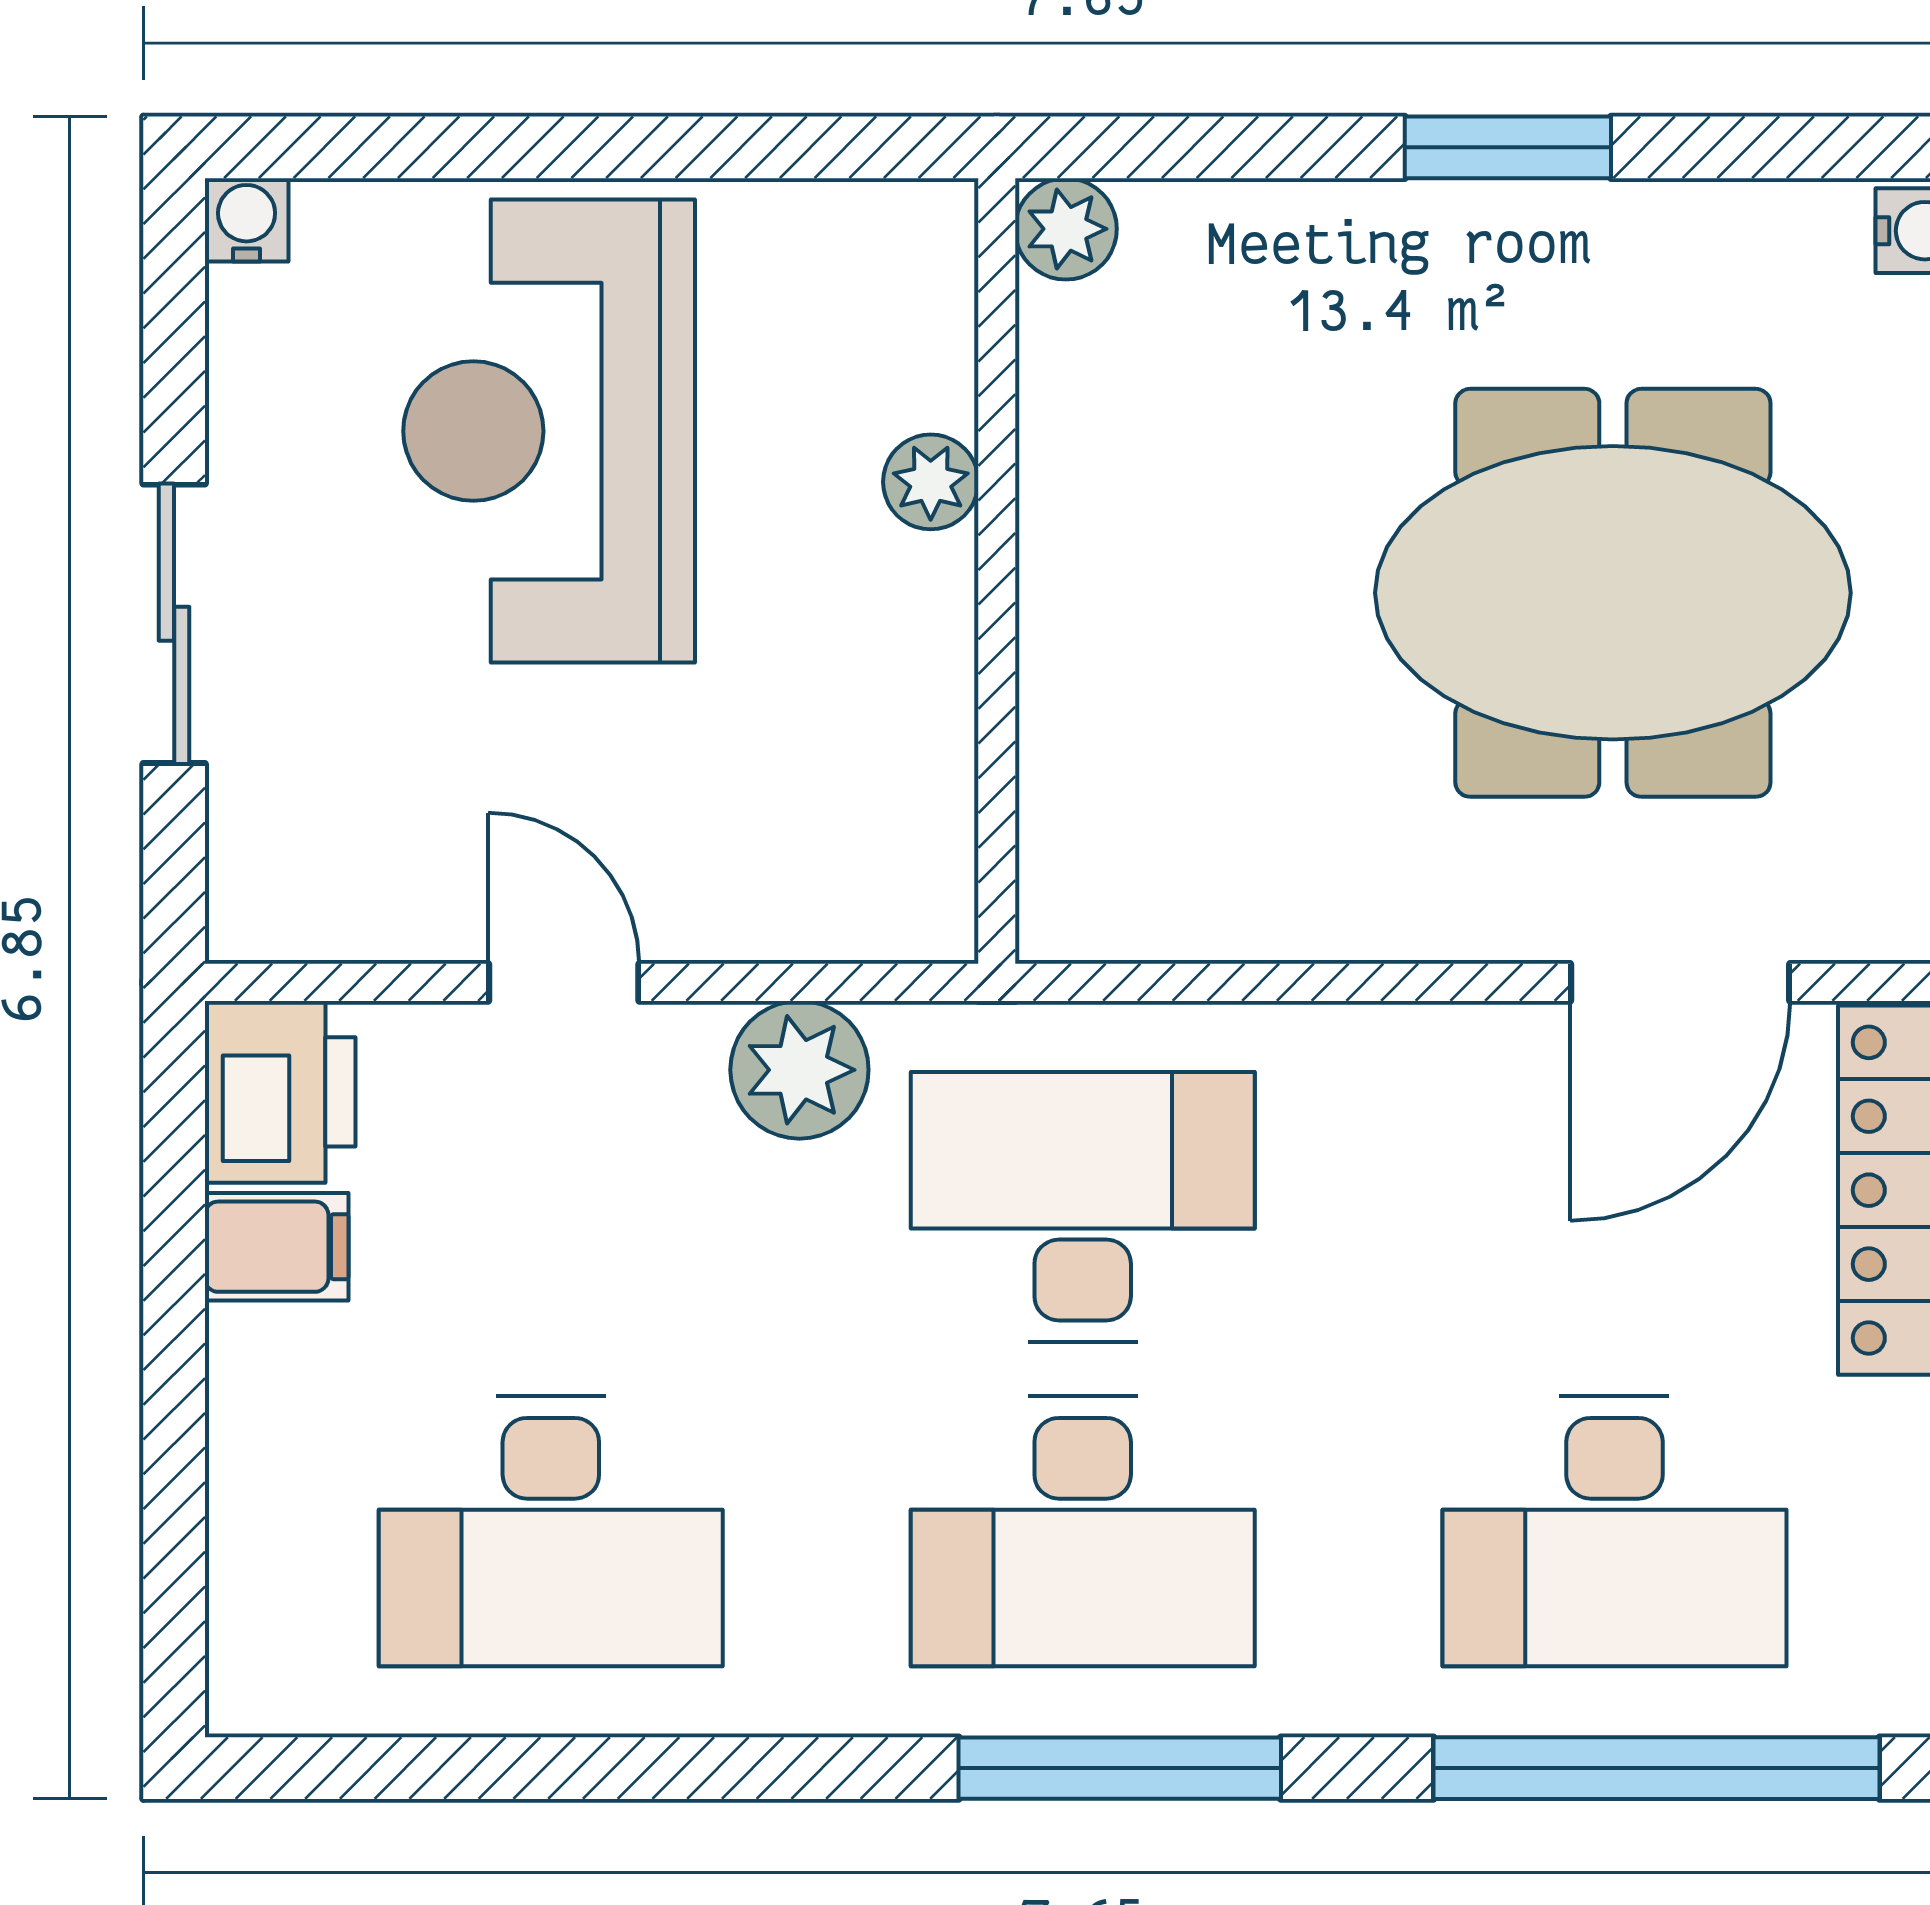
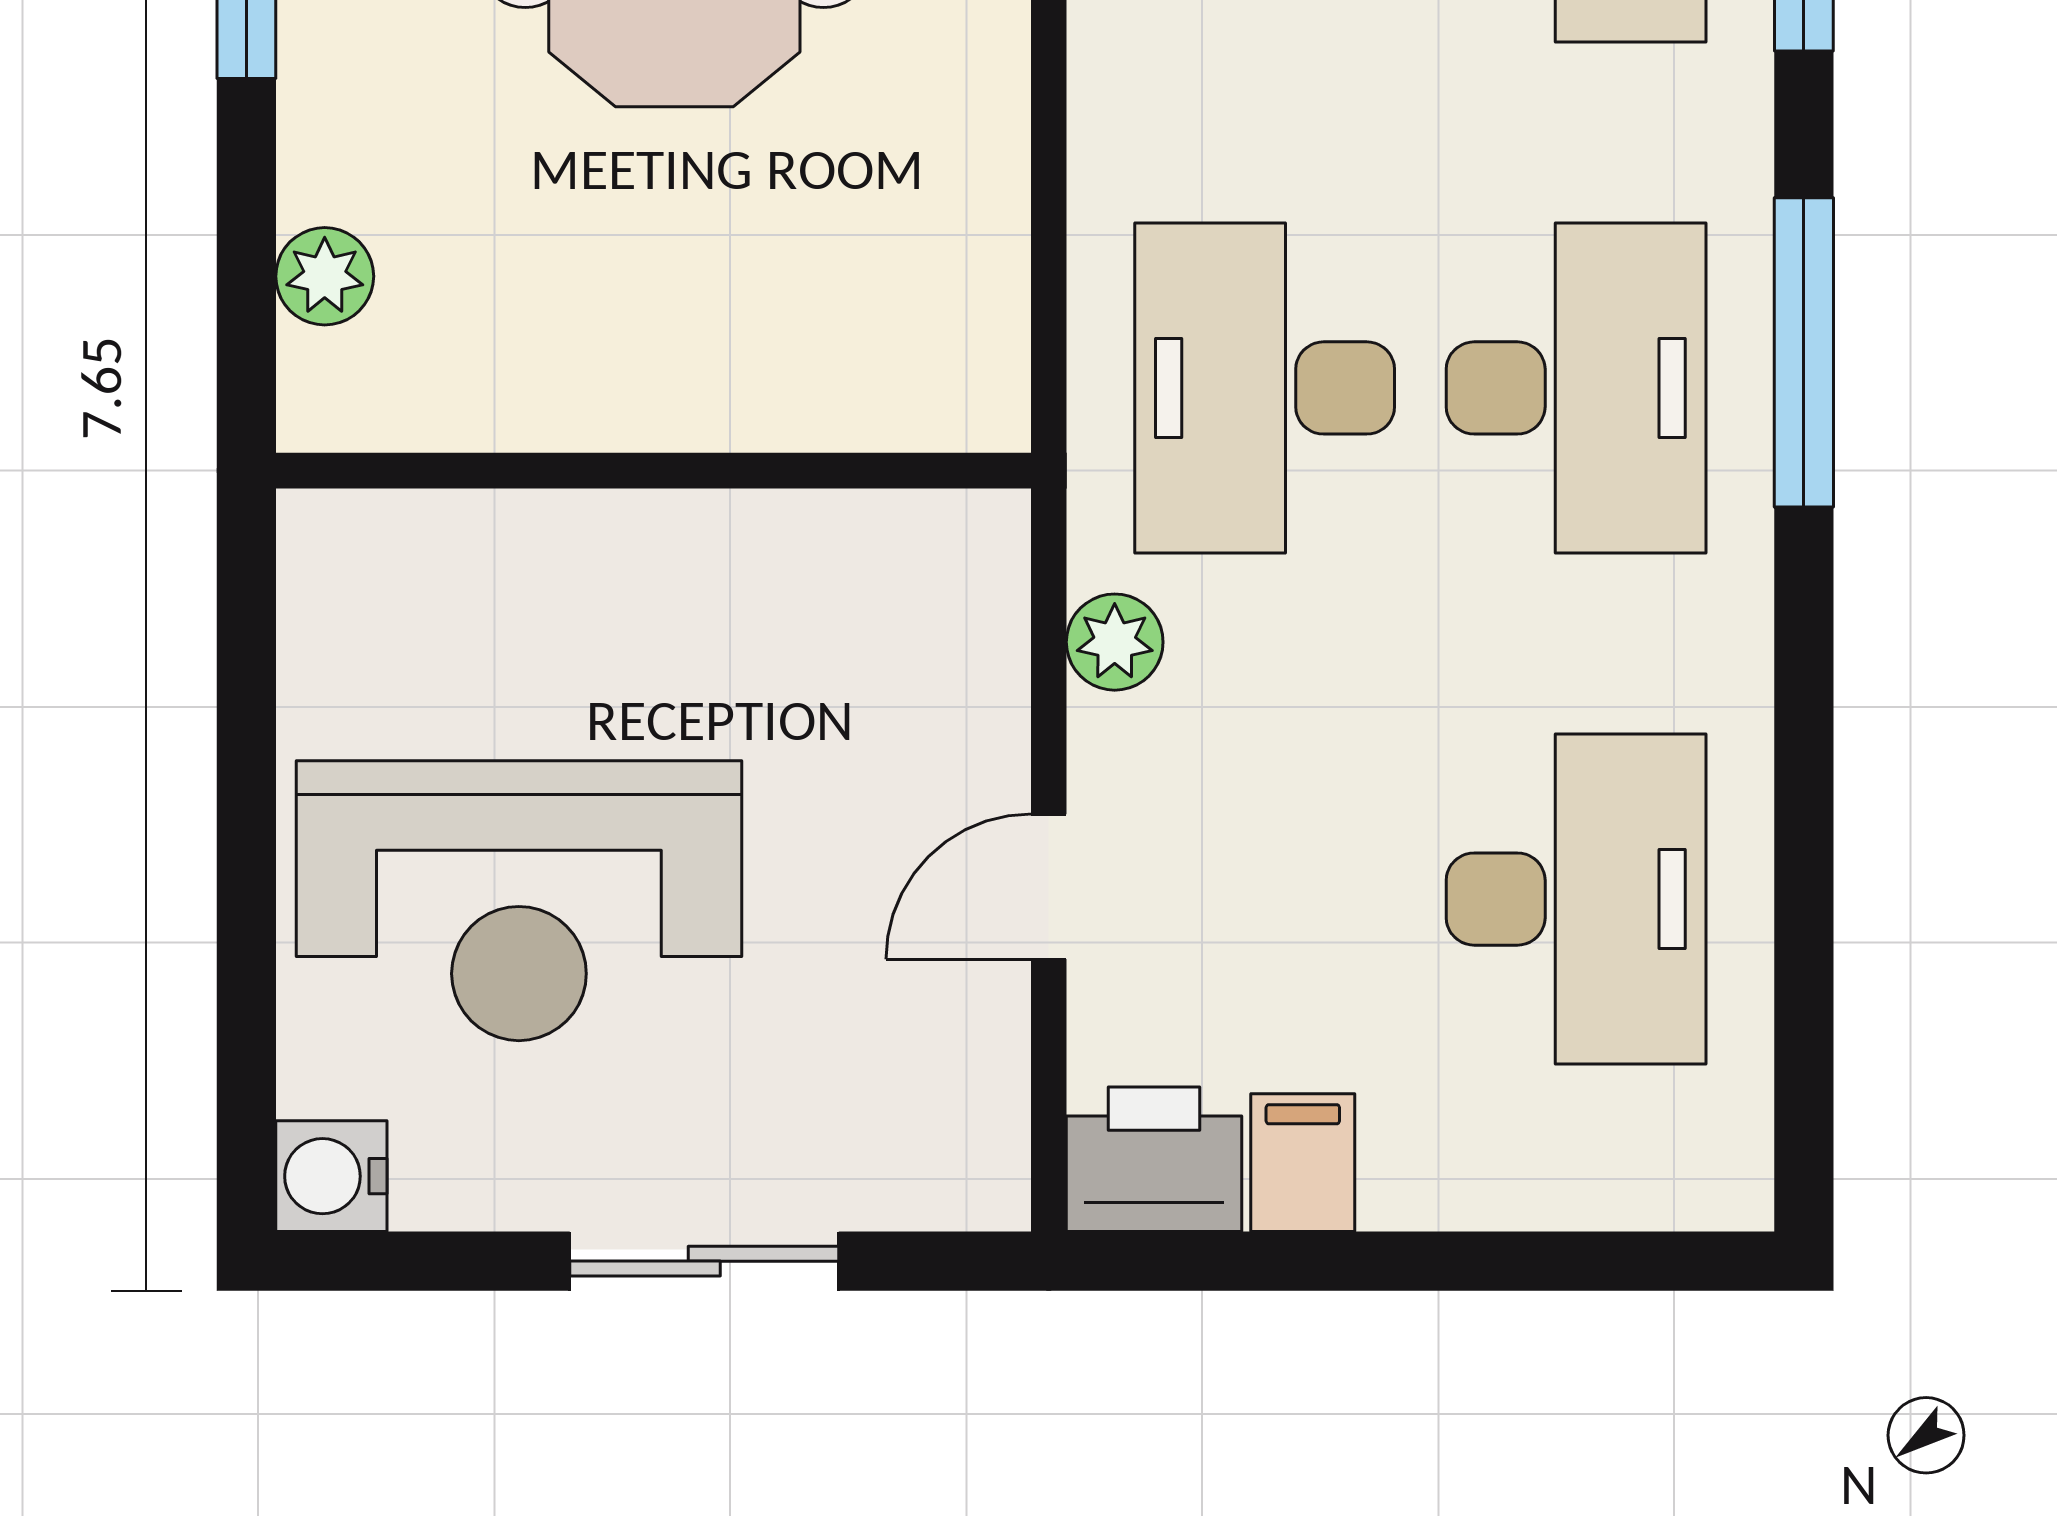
water cooler: (247, 220) -> (331, 1176), width x1.38, depth x1.38
plant: (1066, 229) -> (325, 276), moved
plant: (931, 482) -> (568, 534), removed
plant: (799, 1070) -> (1115, 642), width x0.73, depth x0.73

